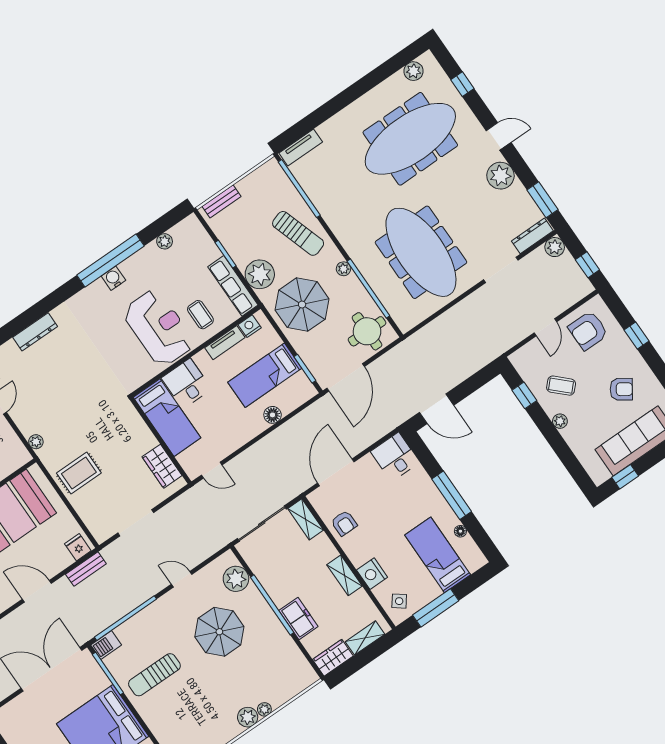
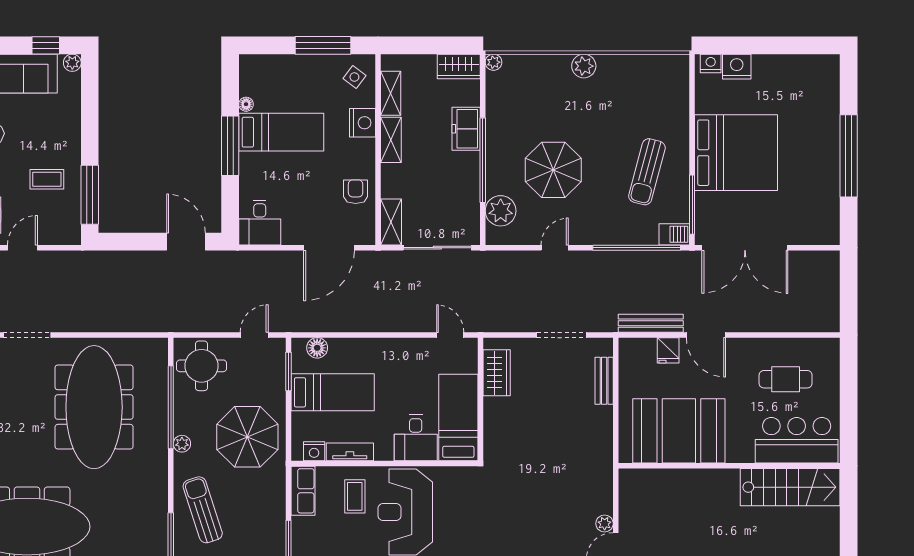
plant: (260, 274) -> (269, 496), removed
row of seats: (233, 286) -> (303, 491), width x0.68
door: (346, 377) -> (254, 335), width x0.53
coffee table: (561, 386) -> (47, 179), turned -44
window: (524, 395) -> (90, 195), width x2.17
floor lamp: (273, 415) -> (317, 348), moved
plant: (560, 421) -> (72, 63), moved
plant: (36, 442) -> (605, 524), moved
rug: (79, 473) -> (583, 423), removed
bench: (85, 512) -> (604, 381), added
fridge: (78, 547) -> (668, 350), moved
bed: (438, 555) -> (281, 132), moved, turned -90
bench: (86, 569) -> (651, 323), width x1.36
door: (182, 579) -> (555, 248), swing flipped
shelving: (365, 638) -> (391, 93), moved, turned 90
sun lounger: (154, 675) -> (647, 172), turned 105
plant: (264, 709) -> (494, 62), moved

